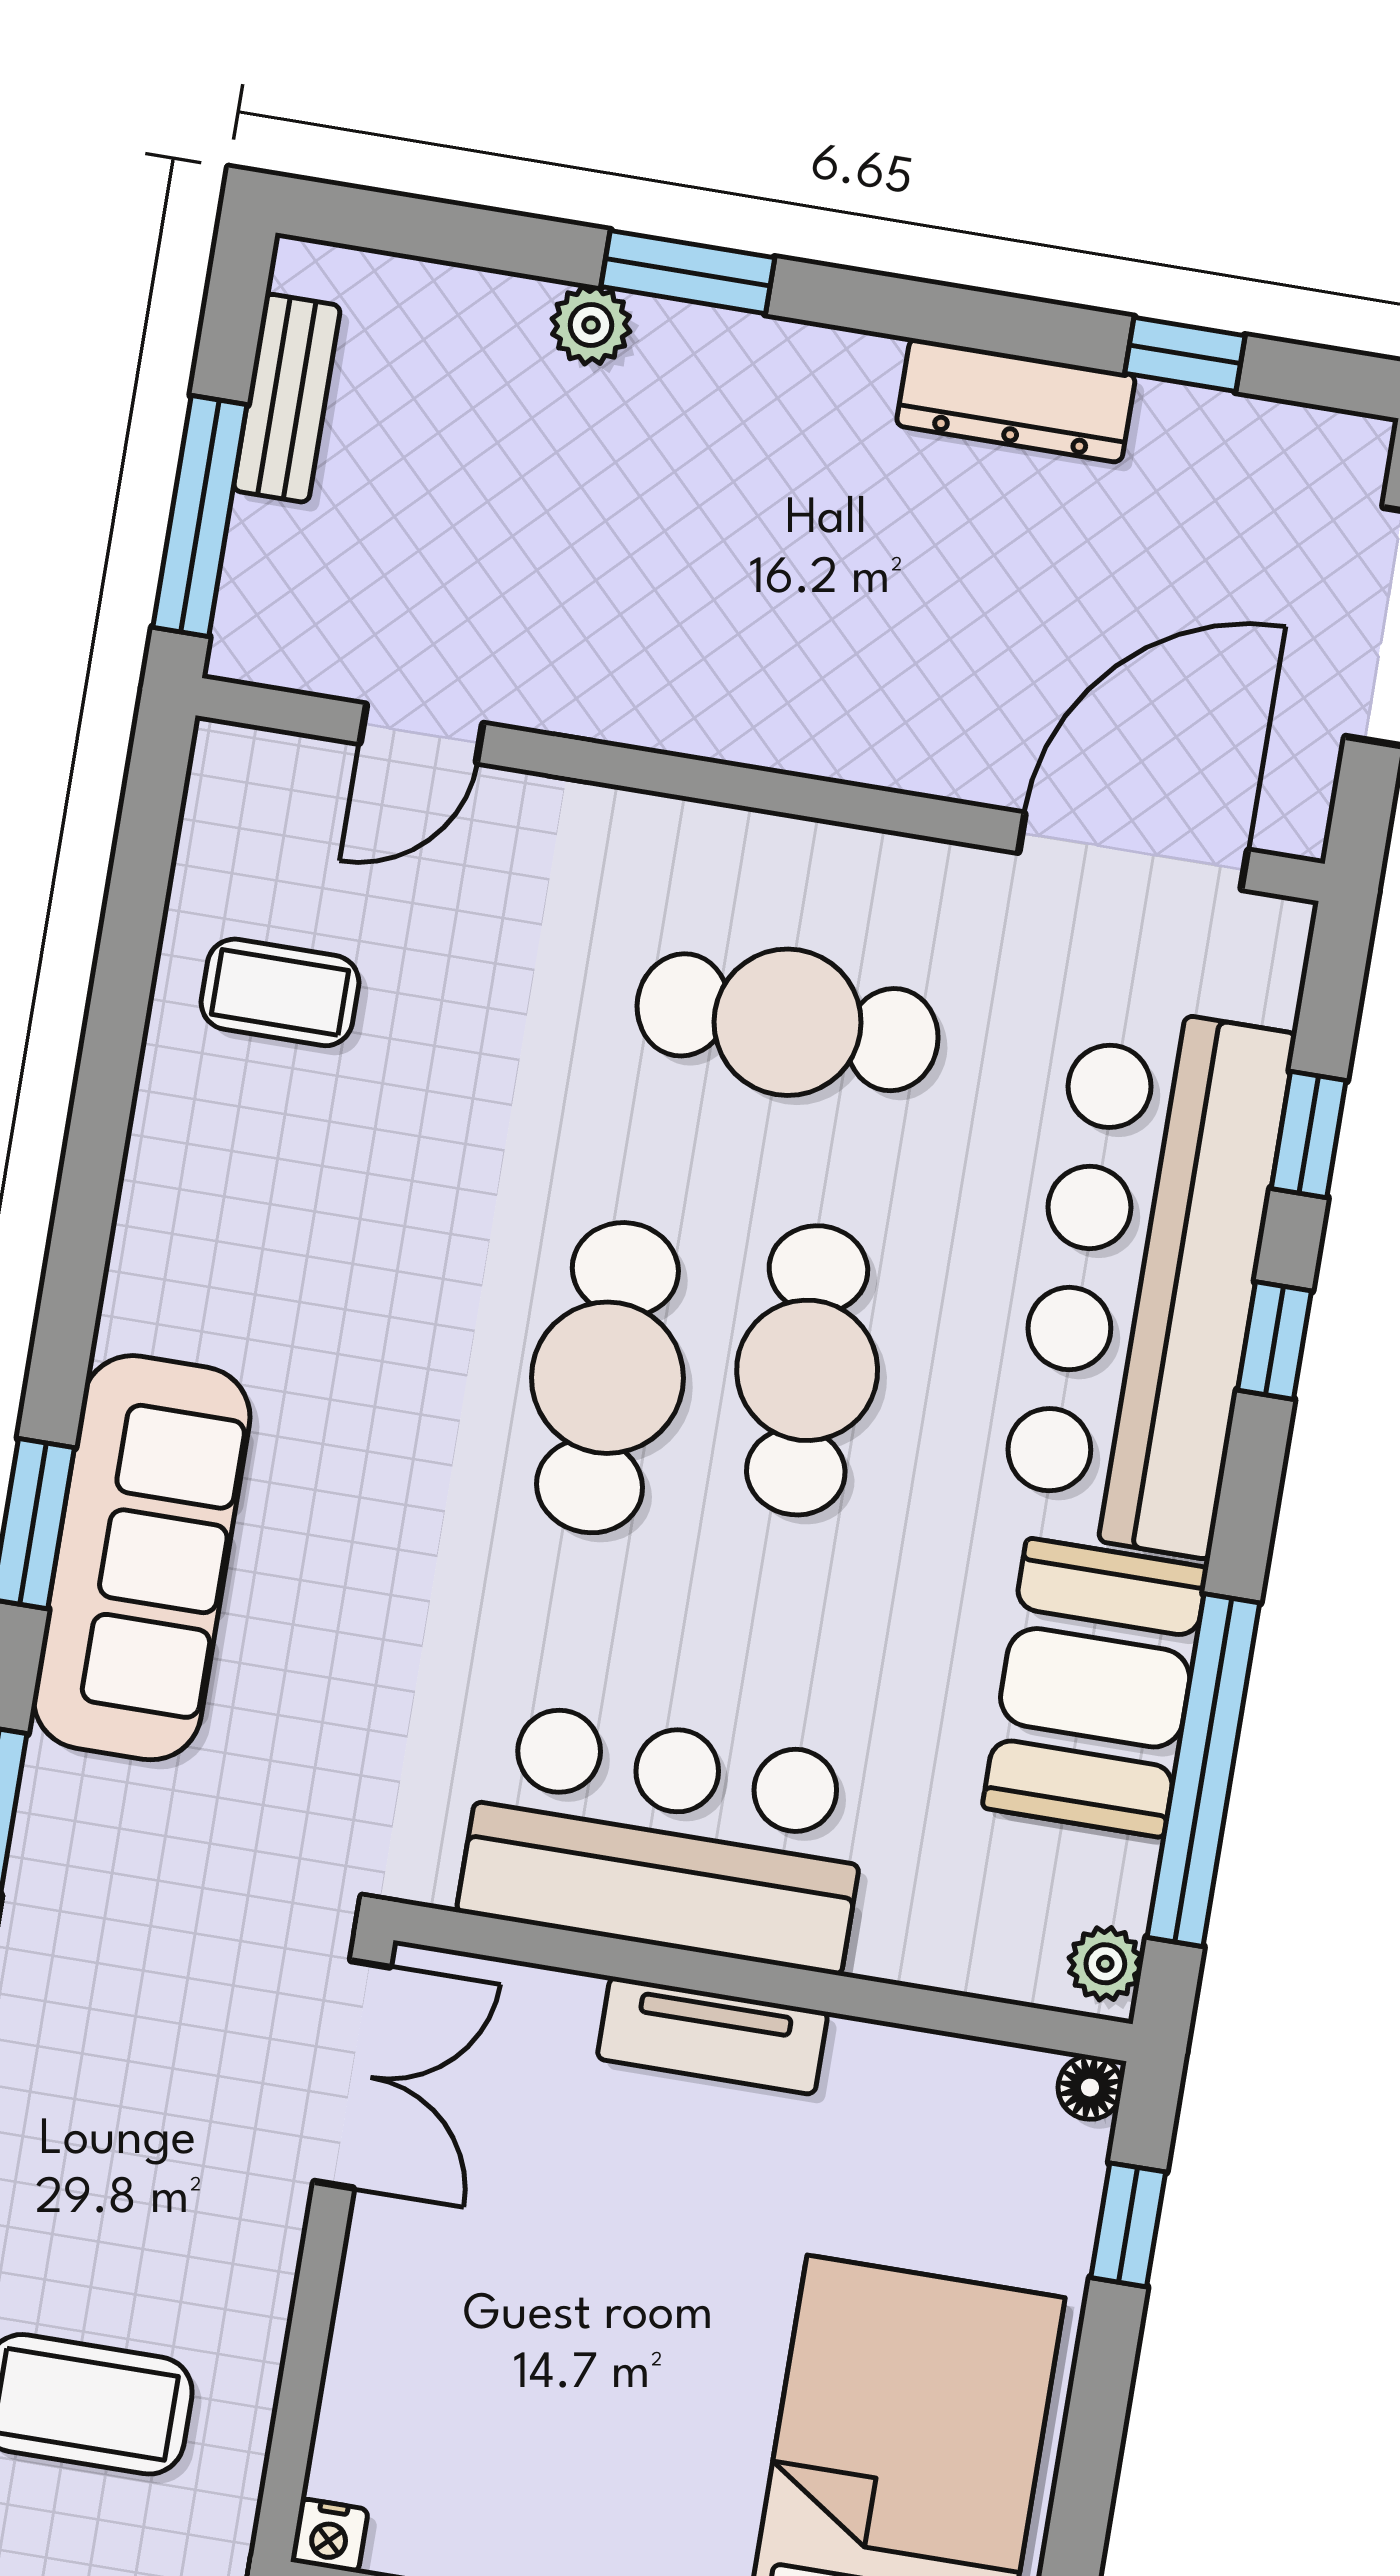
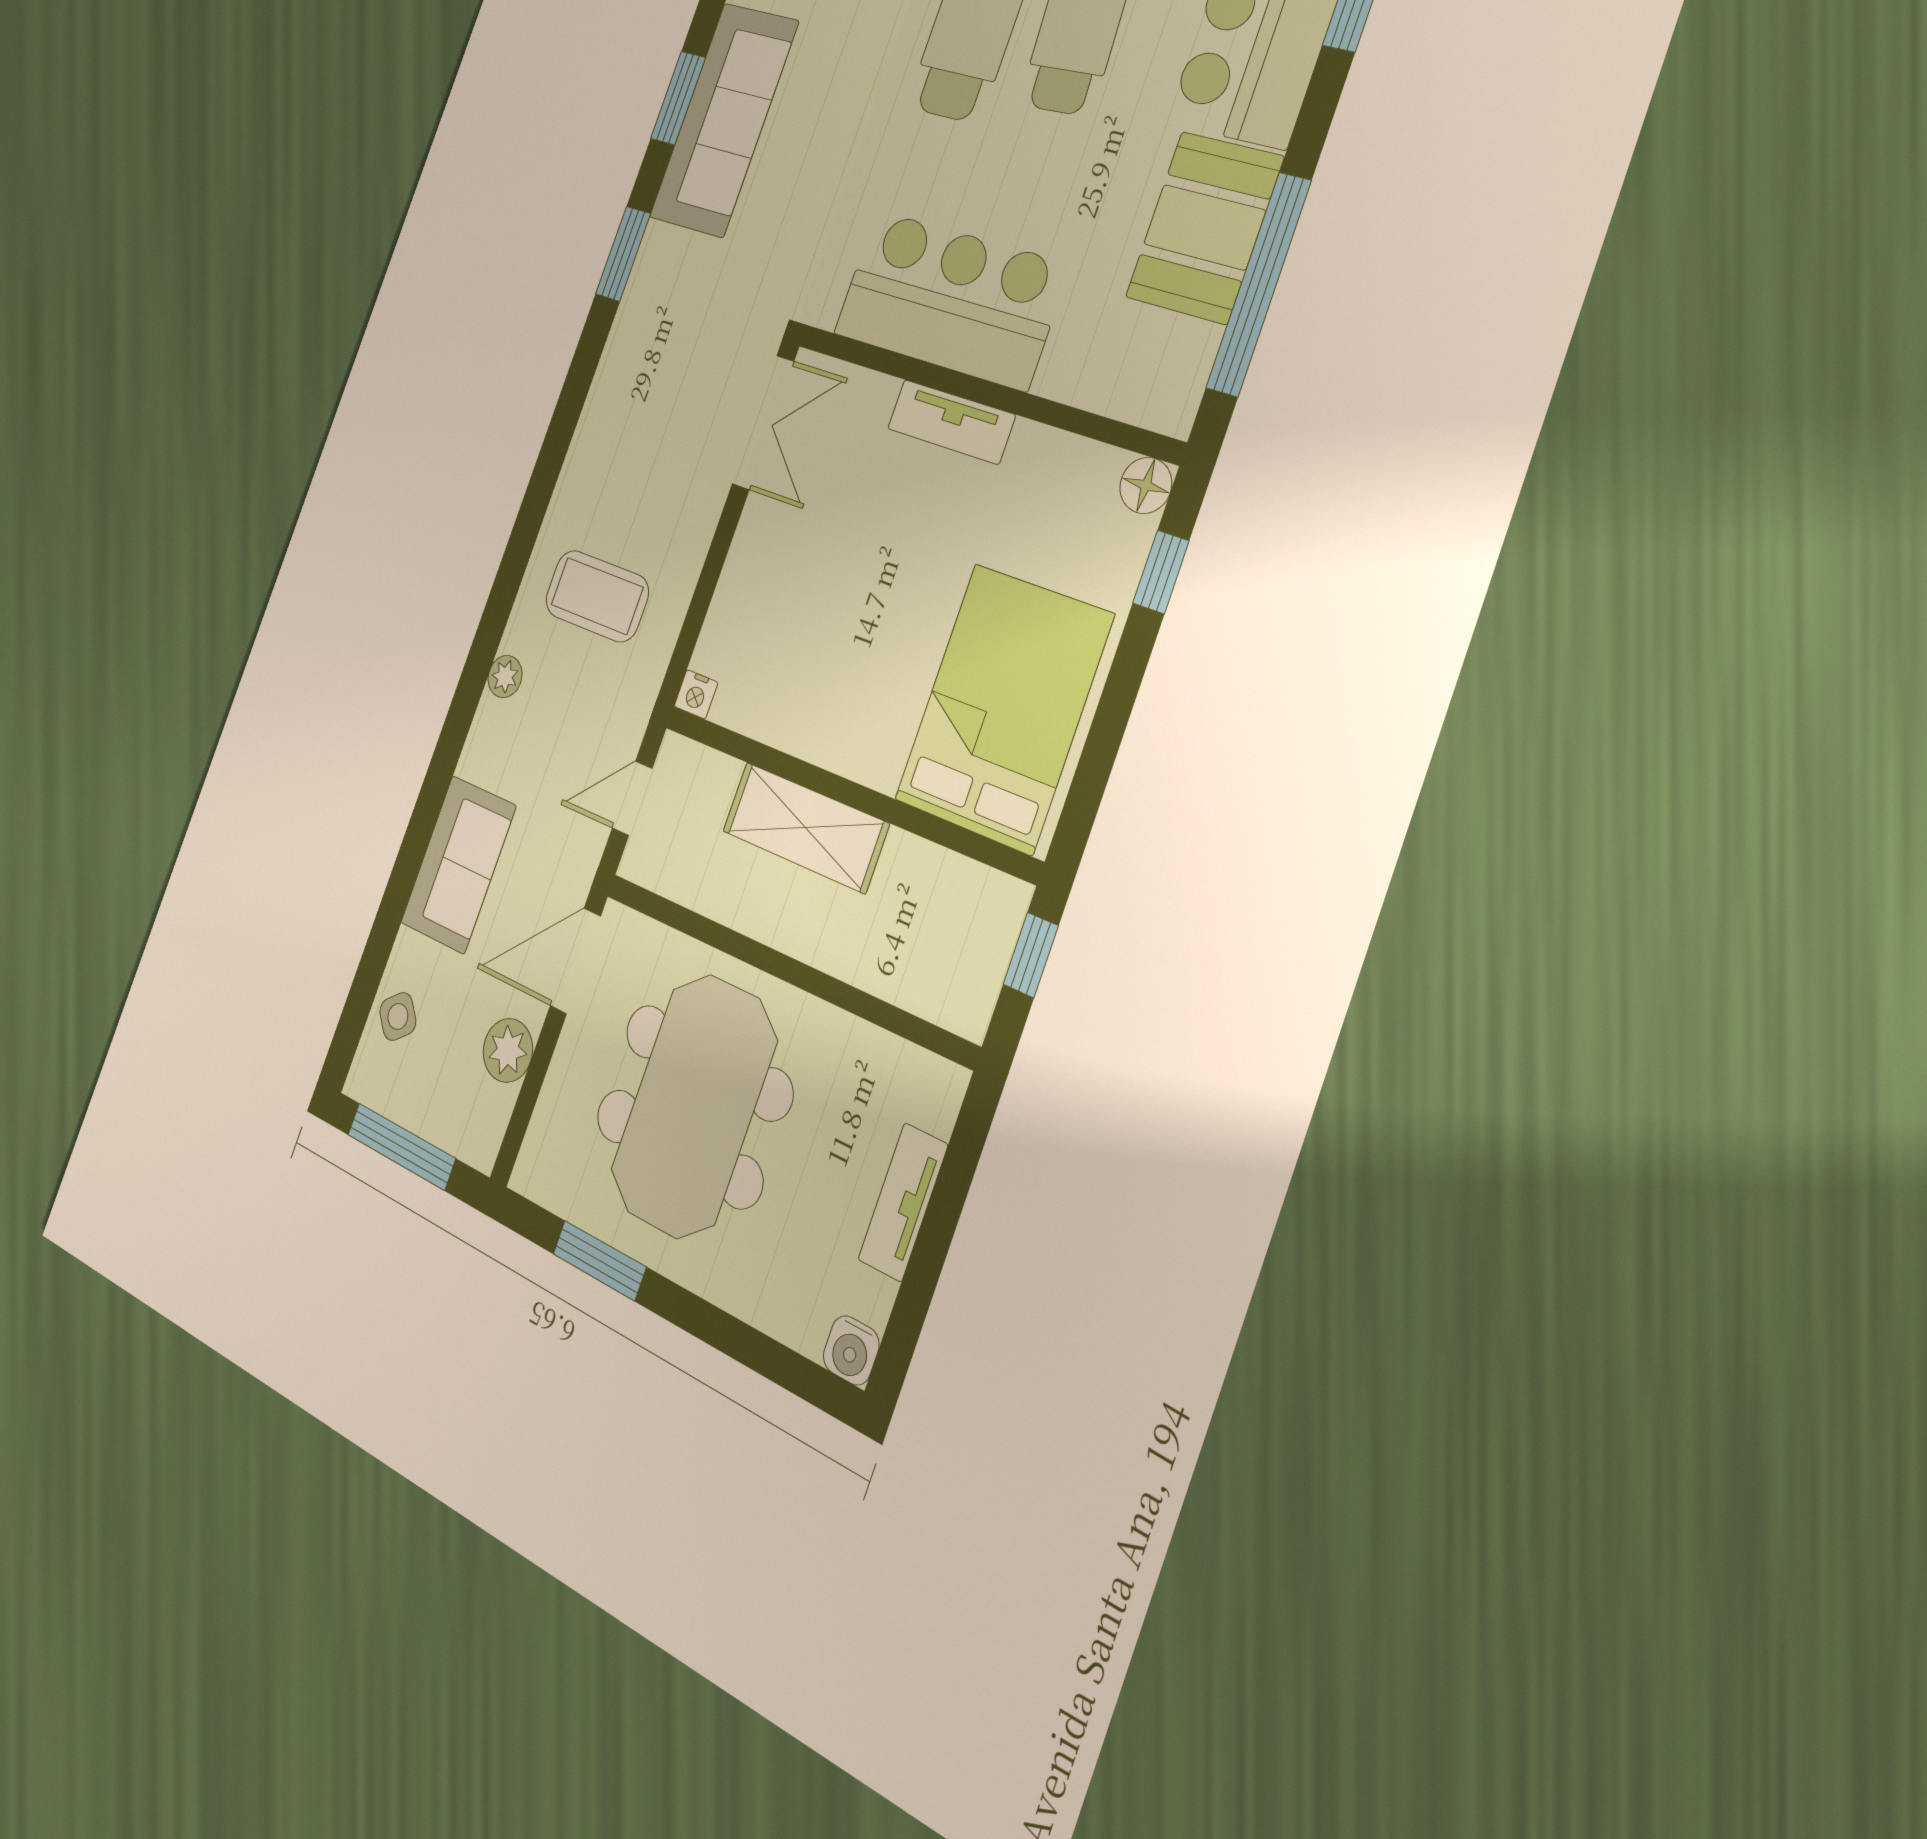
plant: (1105, 1964) -> (1178, 402), removed
floor lamp: (1090, 2088) -> (1146, 485), width x1.37, depth x1.37

